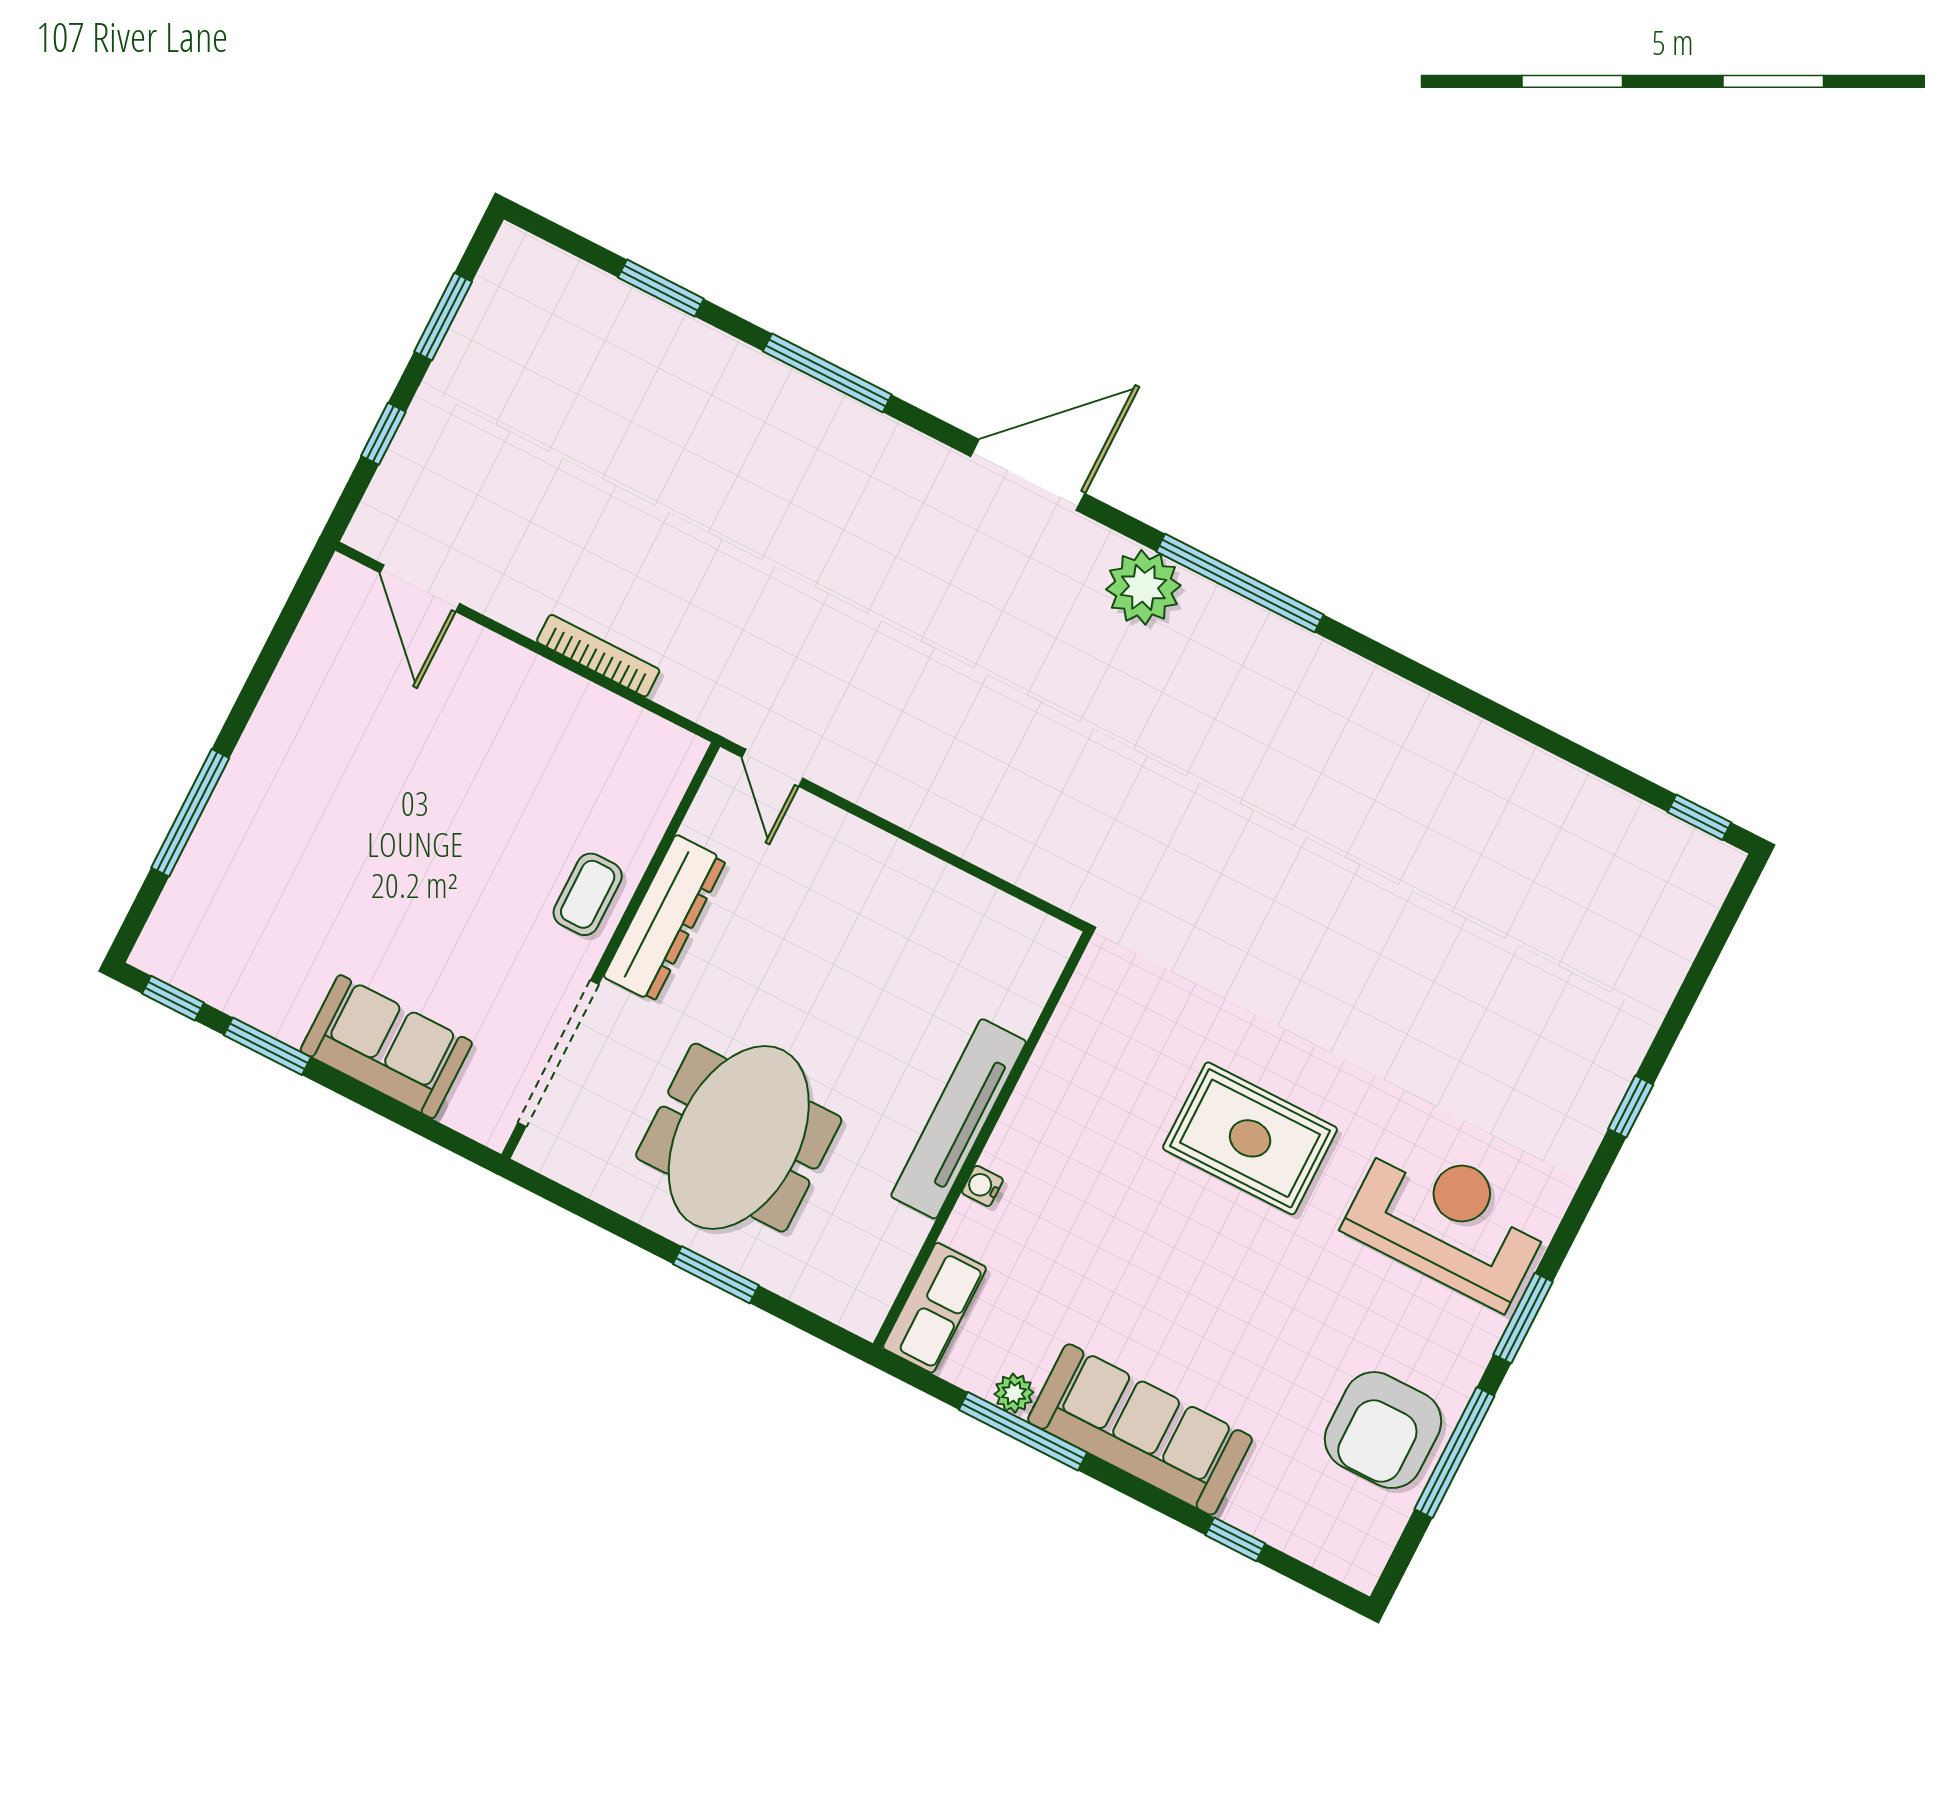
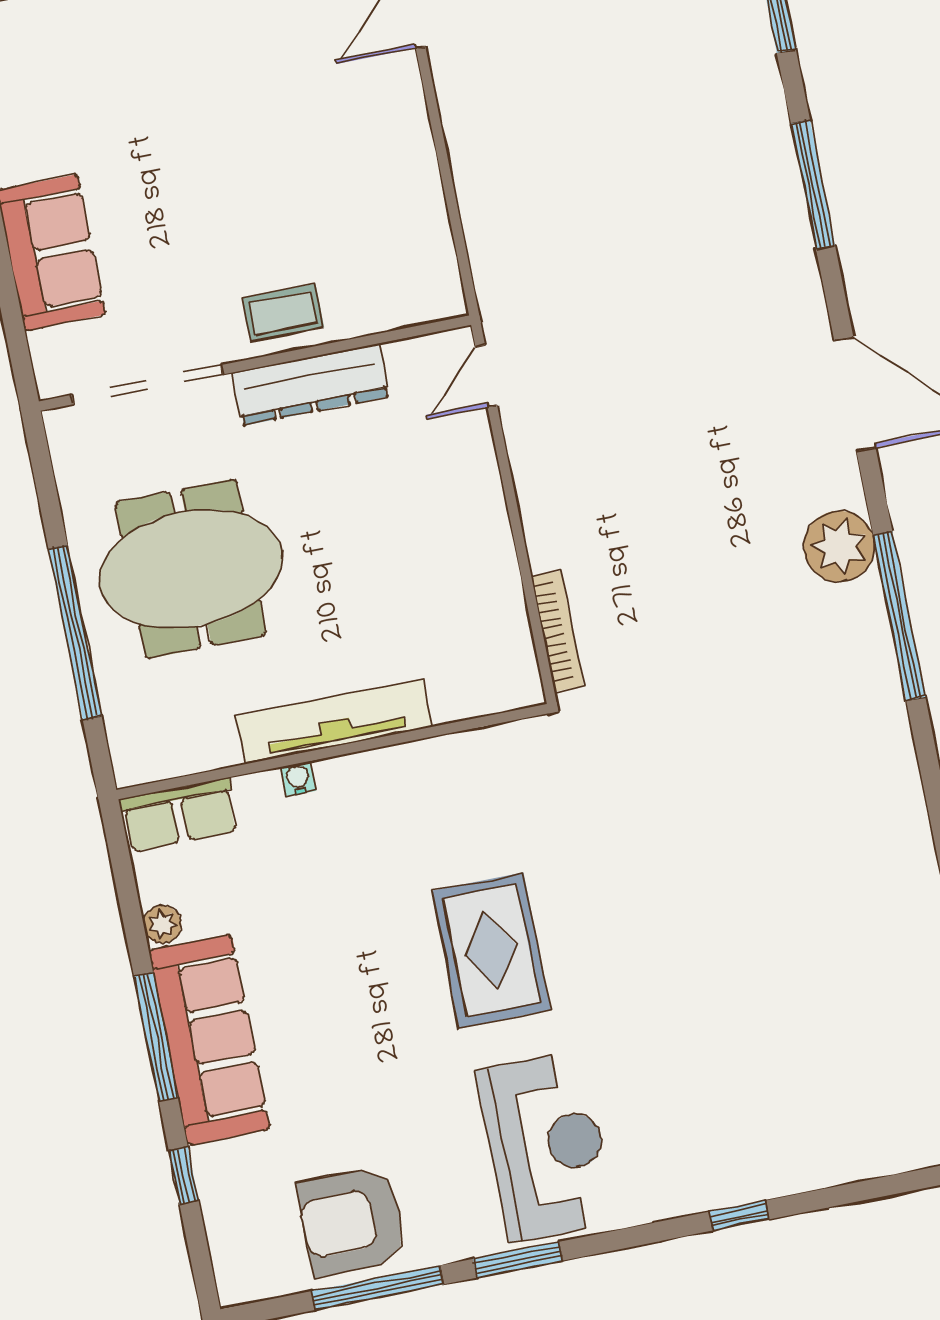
bookcase: (598, 656) -> (557, 631), moved
window: (716, 1275) -> (75, 632), width x2.11
window: (1023, 1431) -> (156, 1037), moved

